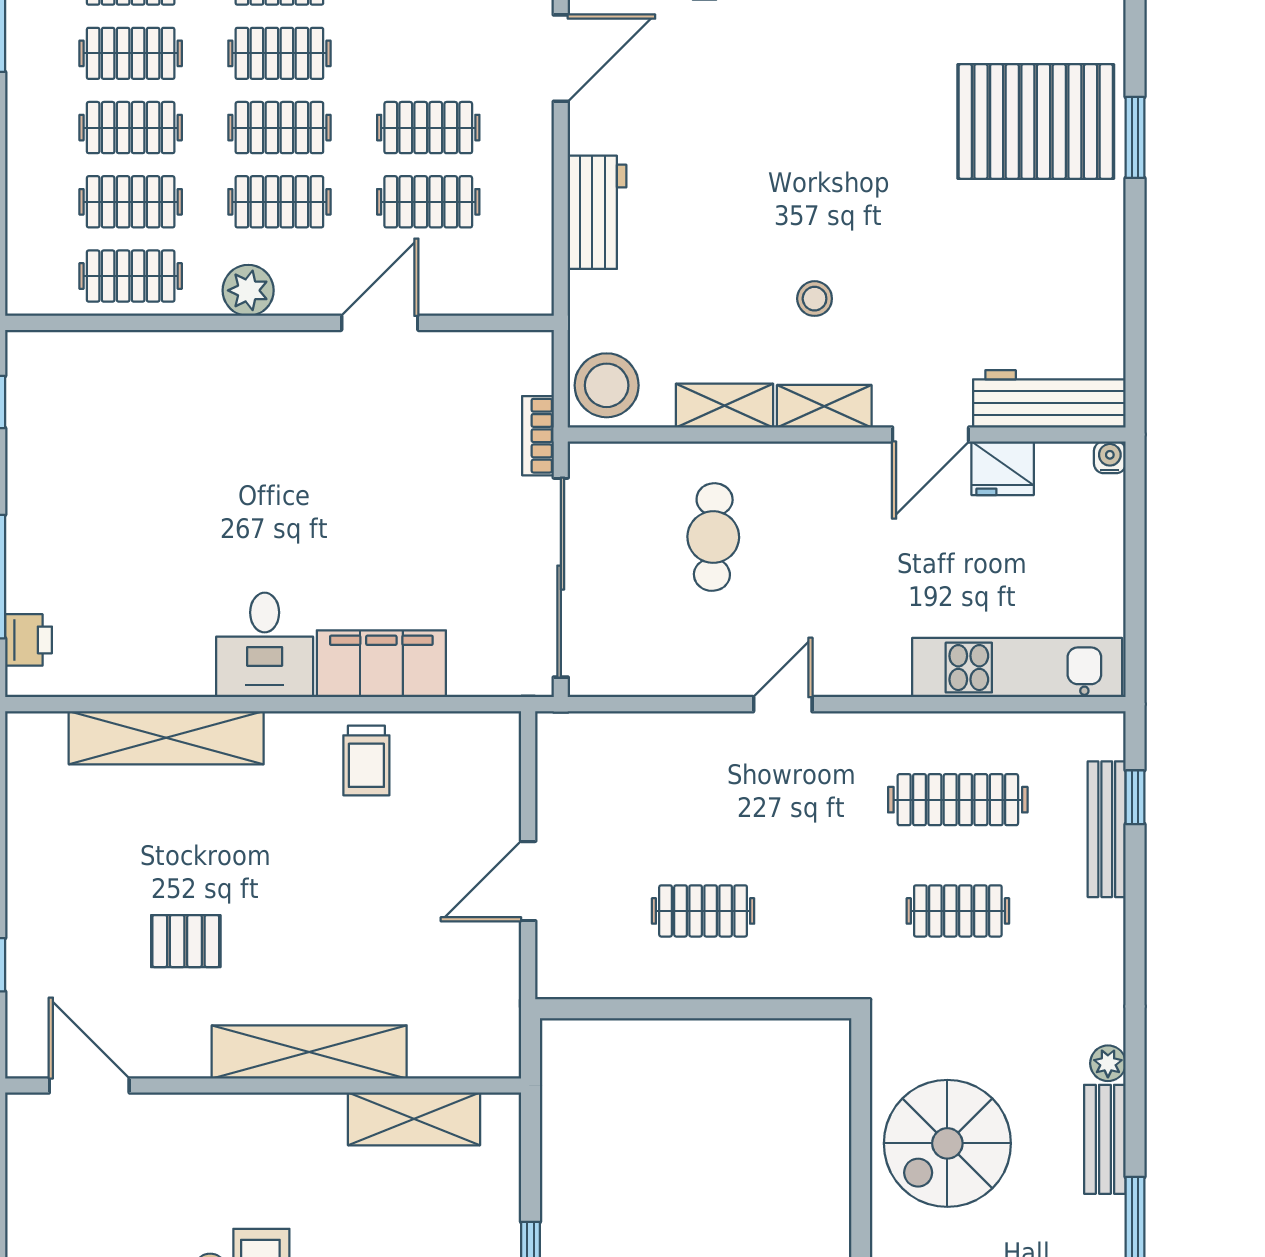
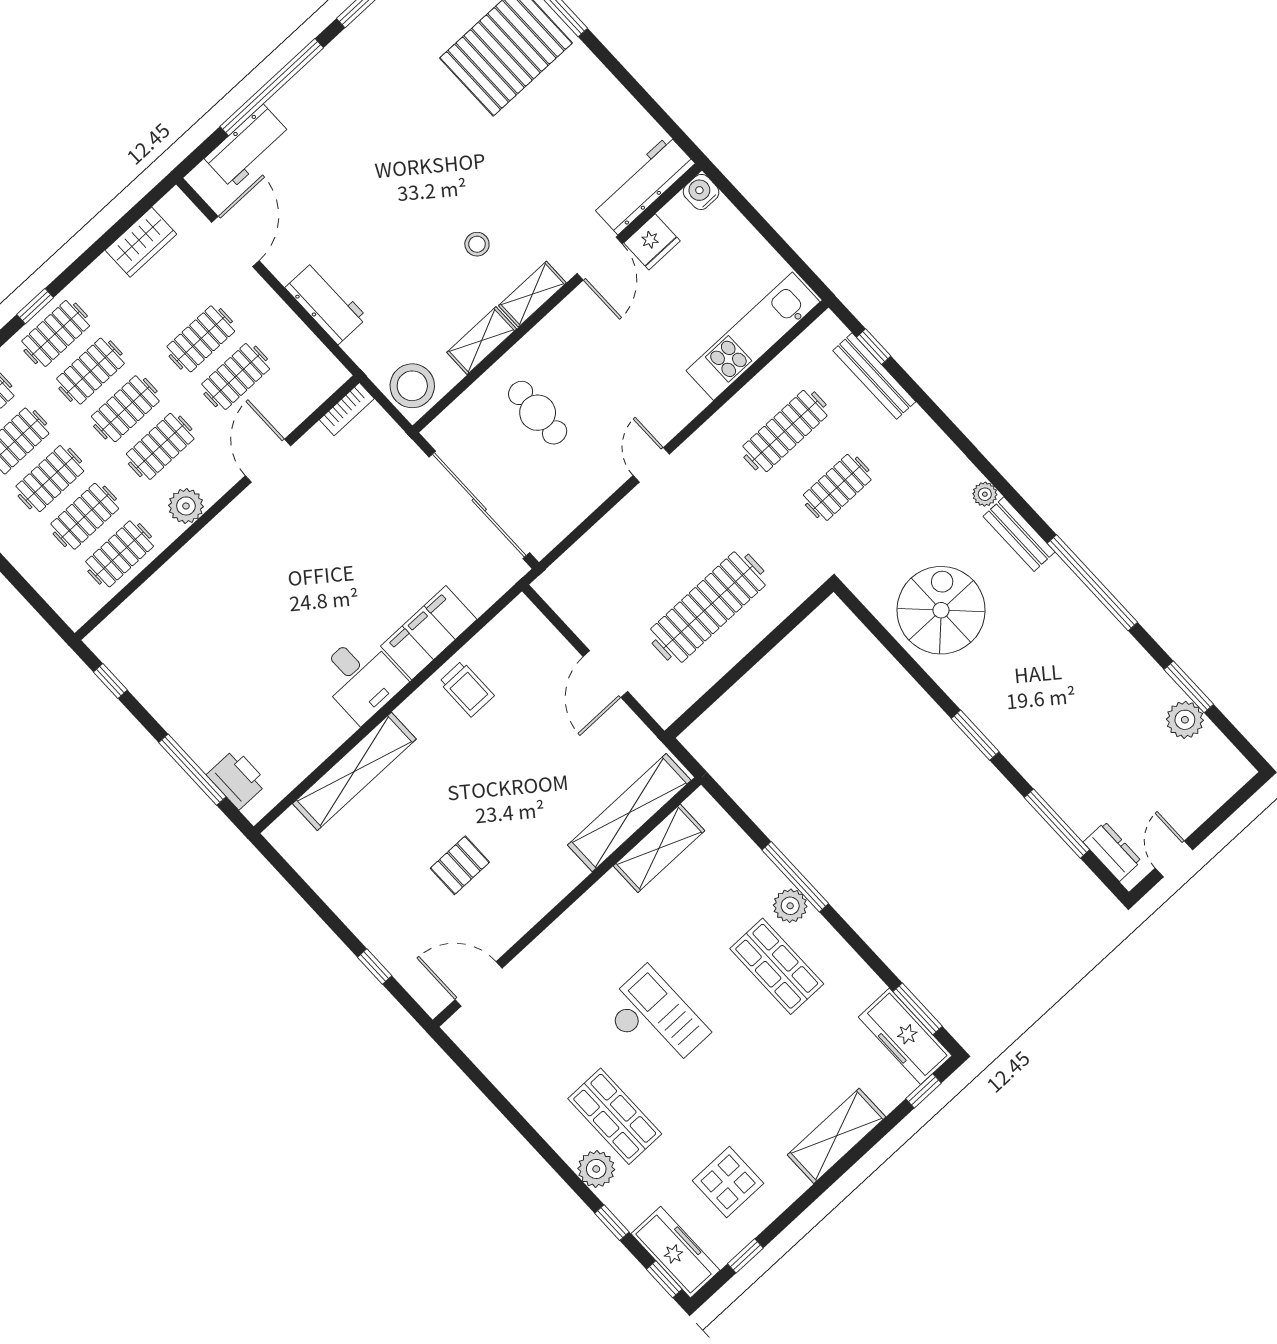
bookcase: (538, 436) -> (347, 409), moved, turned -90
water cooler: (1110, 457) -> (701, 192), width x1.38, depth x1.38
printer: (28, 640) -> (237, 779), width x1.36, depth x1.24
clothes rail: (703, 911) -> (708, 607), width x1.86, depth x1.31
shelving: (309, 1052) -> (629, 813), moved
spiral stairs: (947, 1143) -> (941, 610), turned 180

